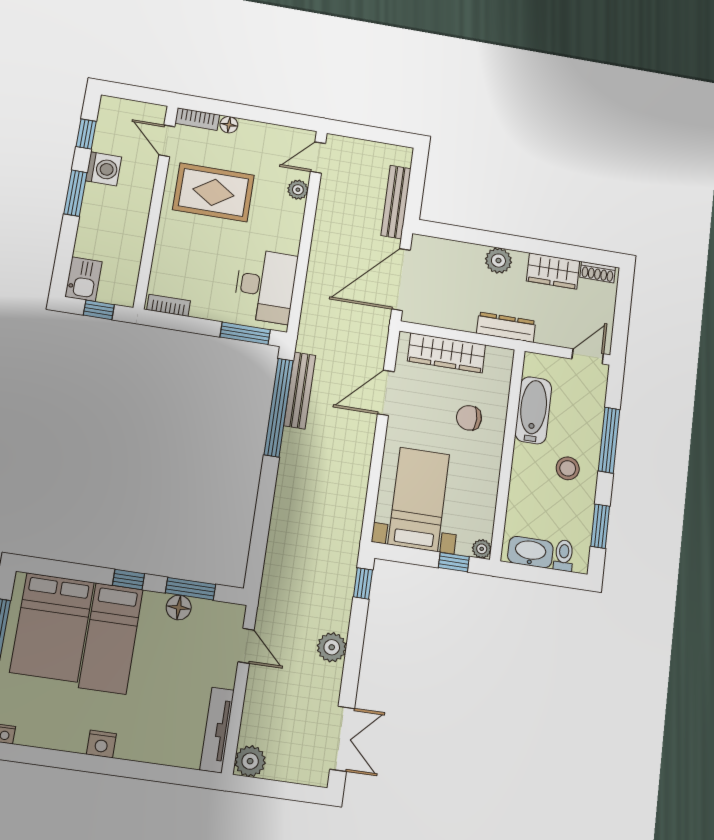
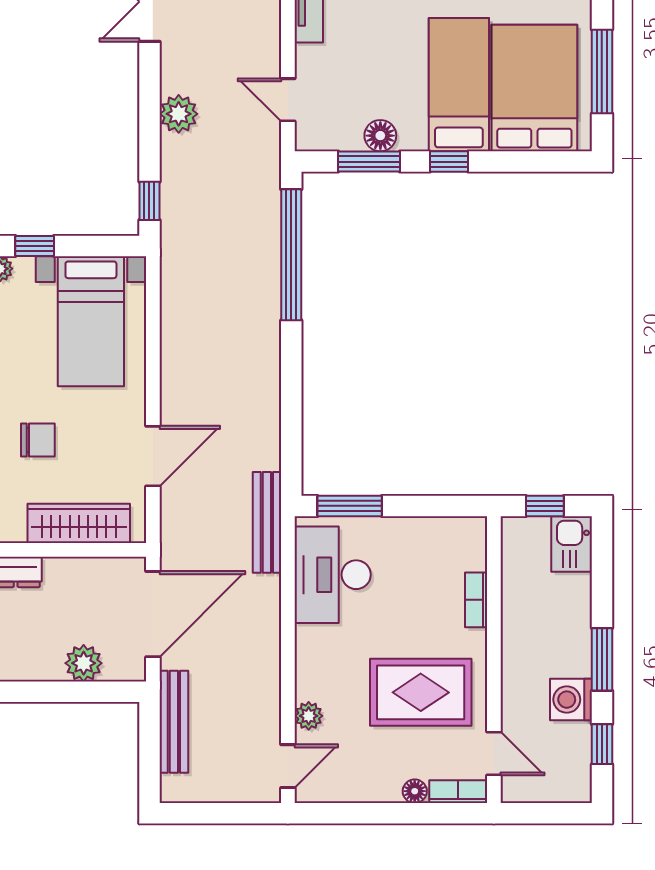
plant: (498, 261) -> (84, 663), moved
bookcase: (169, 305) -> (476, 600), moved, turned 90
bench: (300, 390) -> (267, 522), moved
window: (279, 408) -> (291, 255), moved

